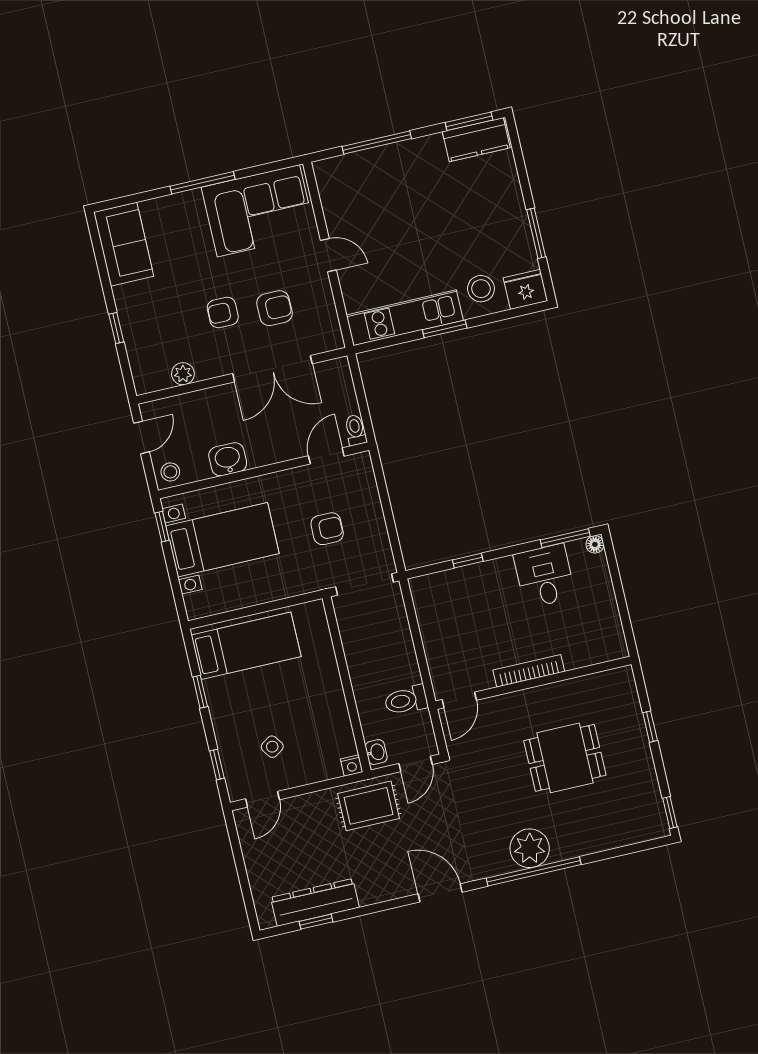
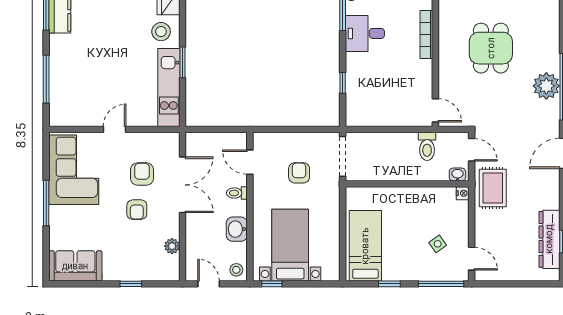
toilet: (355, 430) -> (237, 193), moved
bookcase: (529, 671) -> (426, 35), moved
window: (217, 765) -> (441, 284), width x2.17

